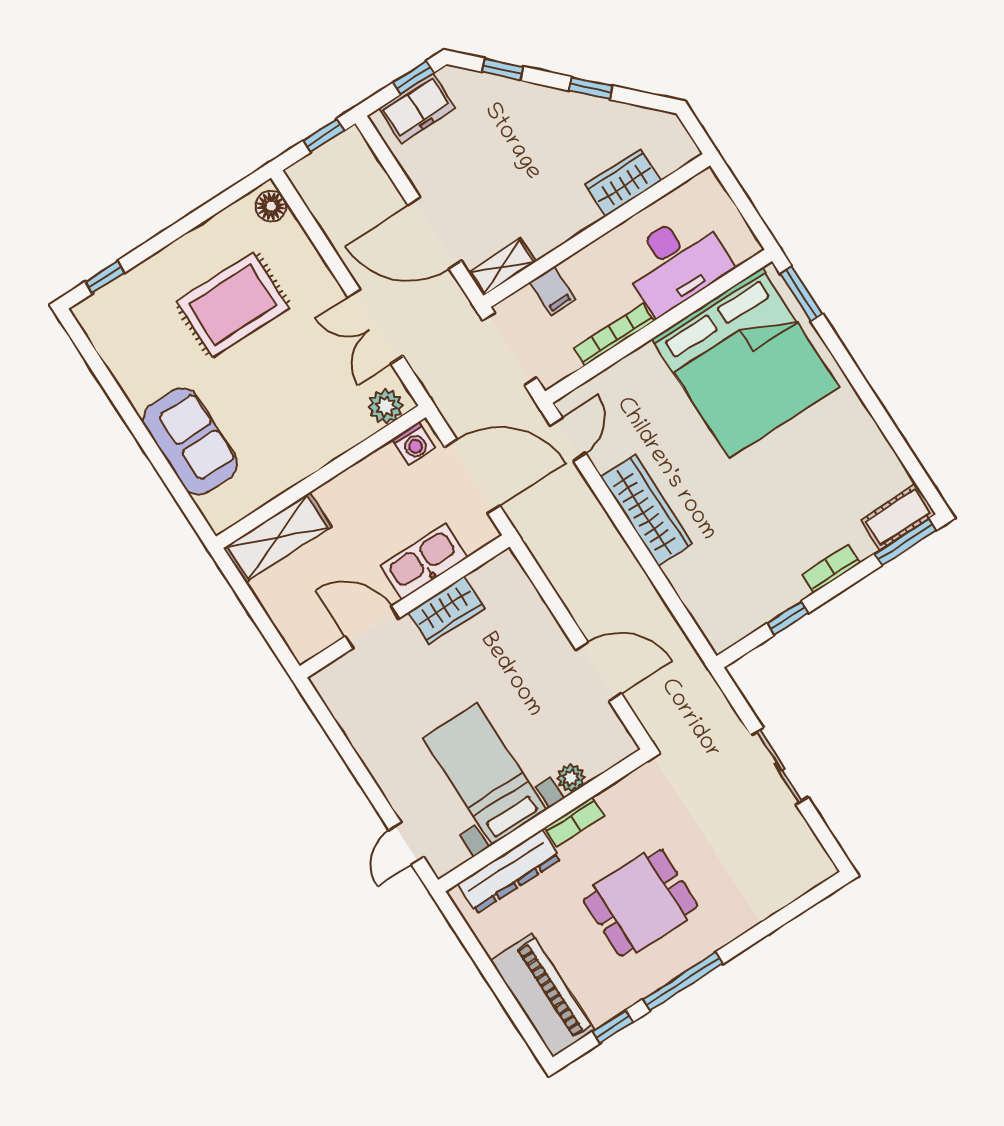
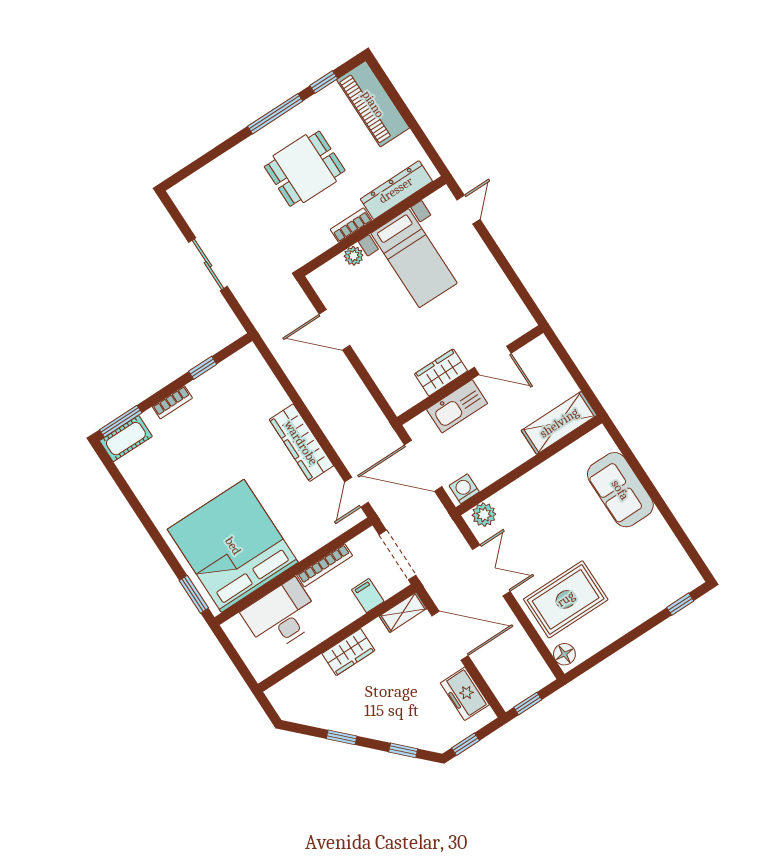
freezer: (417, 108) -> (465, 694), moved, turned -90
wardrobe: (623, 183) -> (348, 652), moved
rug: (233, 305) -> (566, 599), moved

